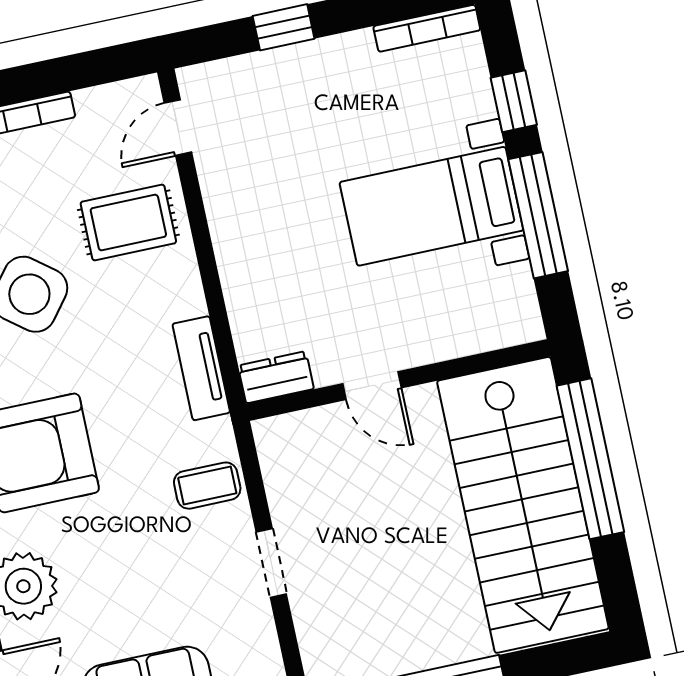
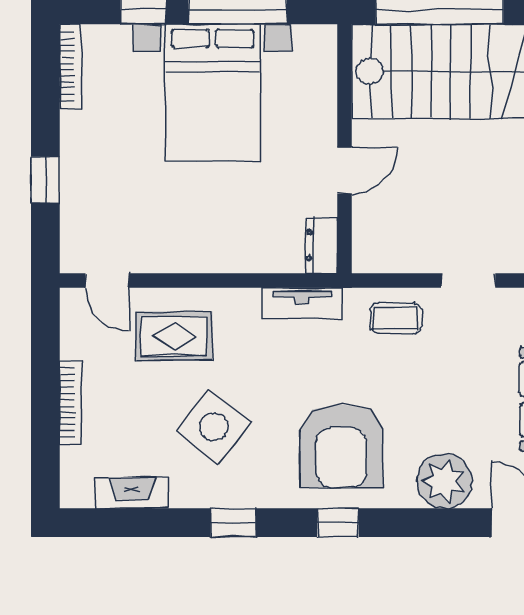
bed with nightstands: (431, 206) -> (212, 93), width x1.36
rug: (128, 222) -> (174, 336), turned 90
coffee table: (207, 486) -> (396, 318), turned 90

